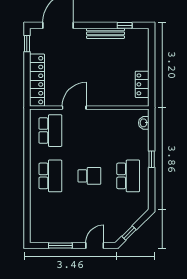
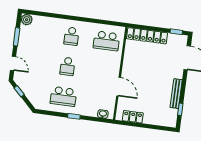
door: (74, 108) -> (119, 87), moved
school desk: (50, 176) -> (71, 36), width x0.54
plant: (37, 236) -> (27, 20), added

